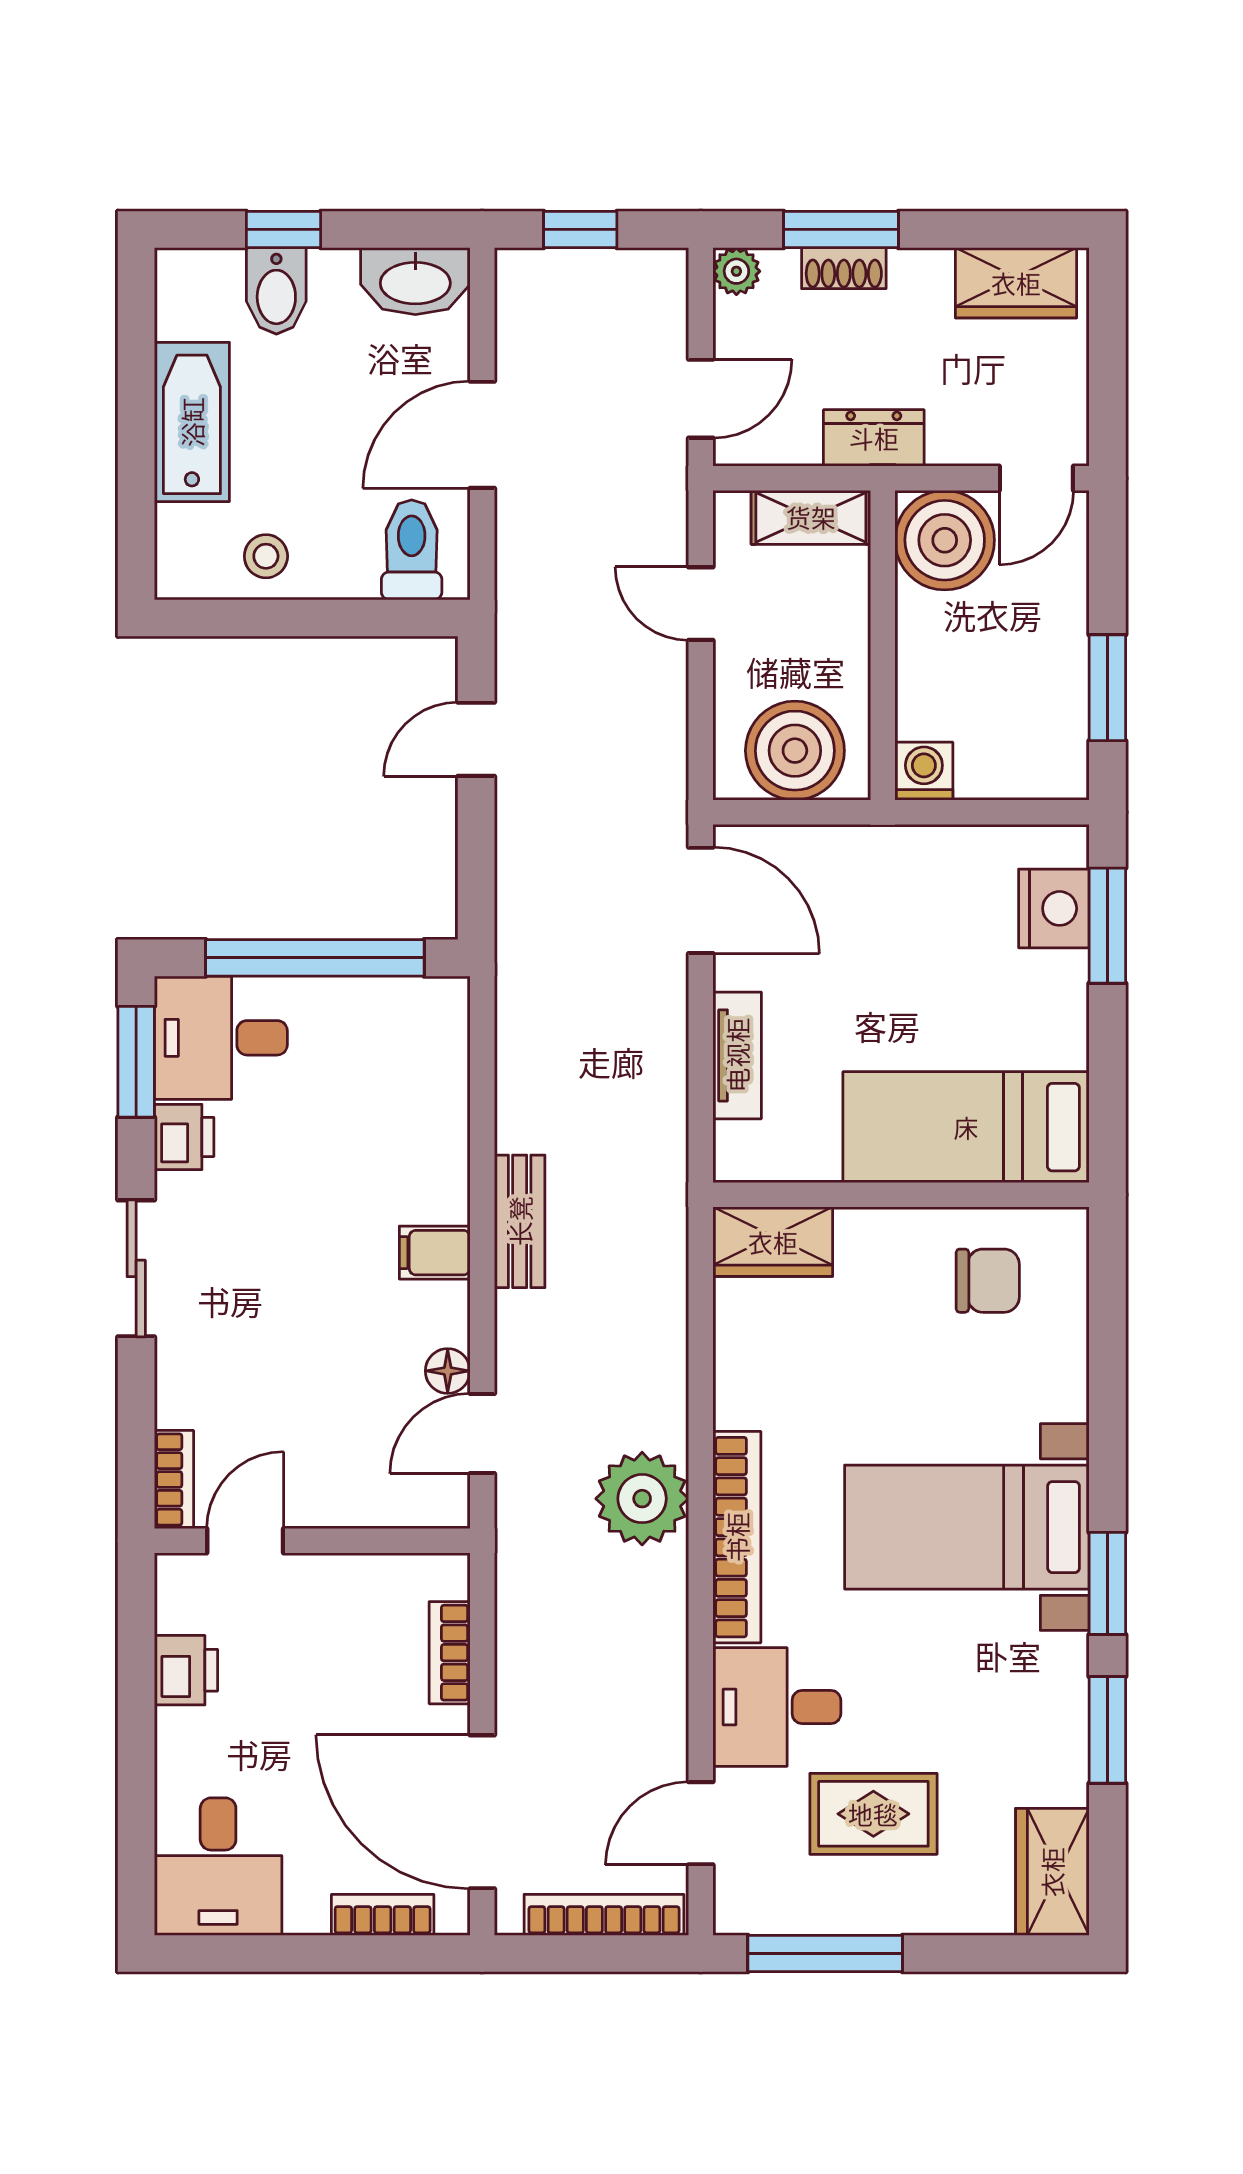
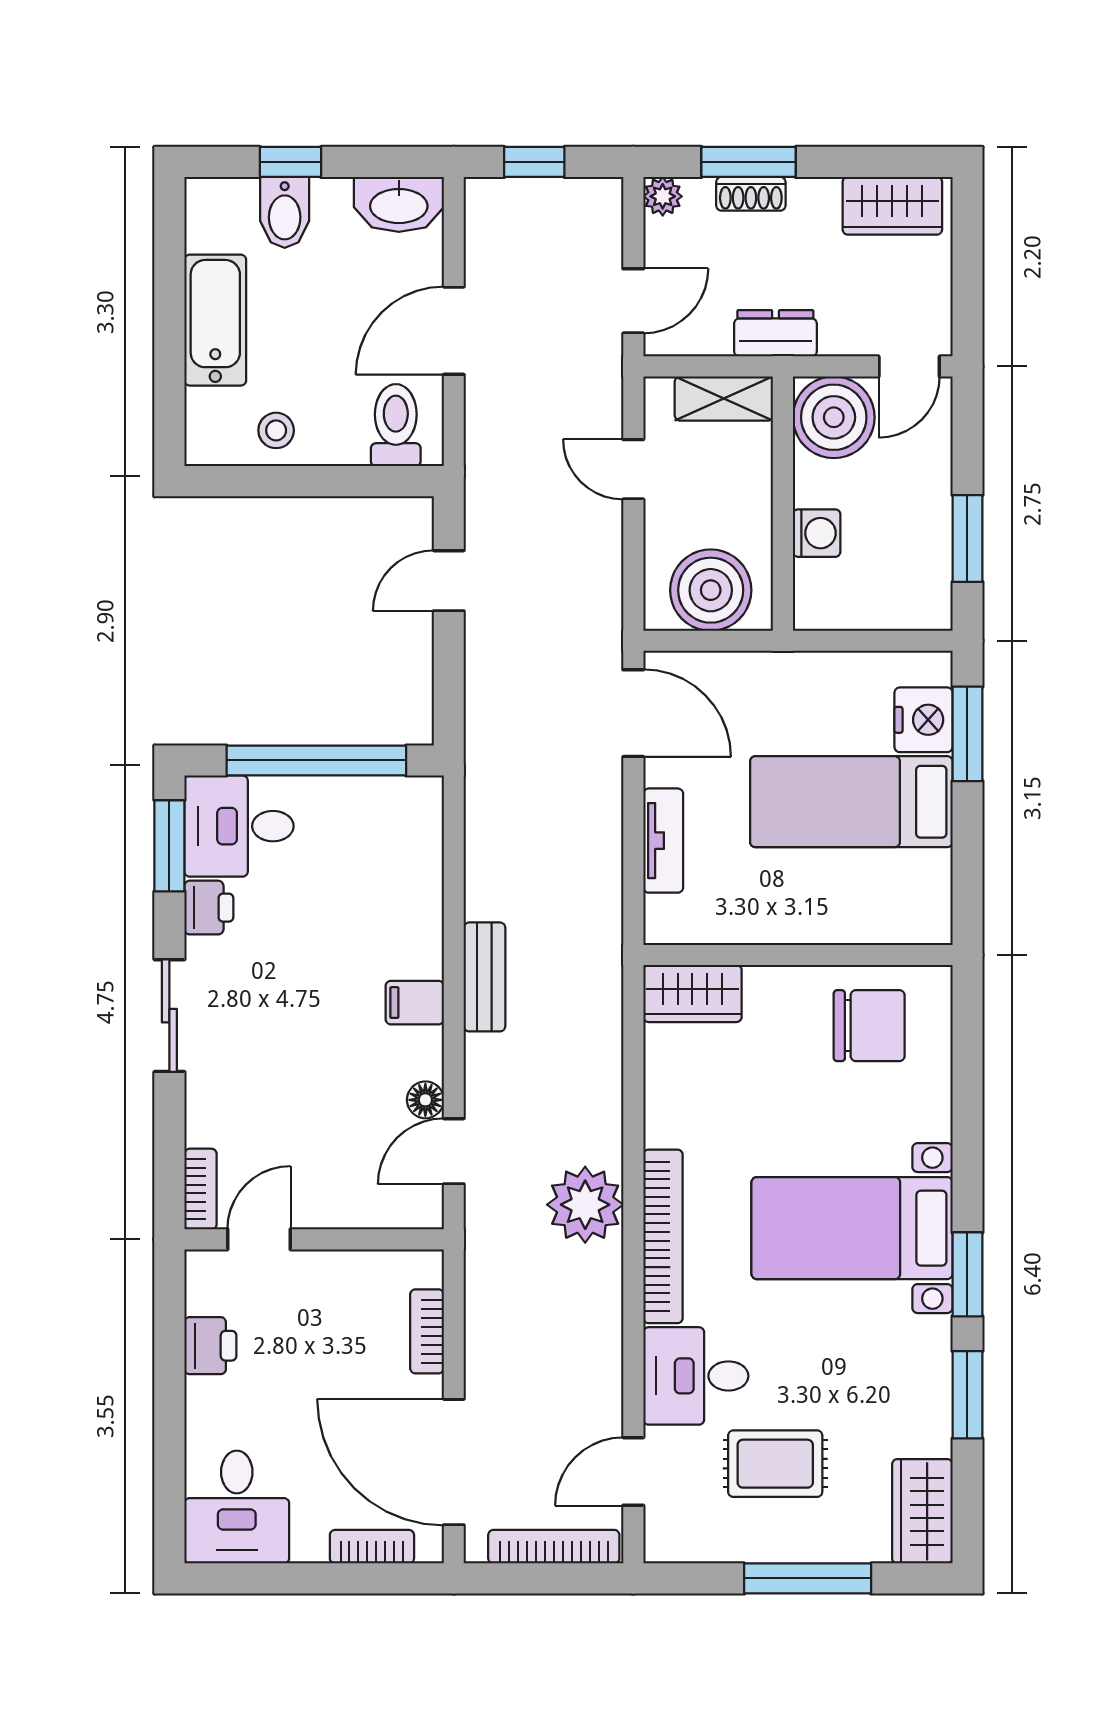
washing machine: (924, 771) -> (817, 533), moved, turned 90
bed: (966, 1127) -> (851, 802), moved
chair: (988, 1281) -> (869, 1026), width x1.37, depth x1.37
window: (825, 1953) -> (808, 1578), moved

